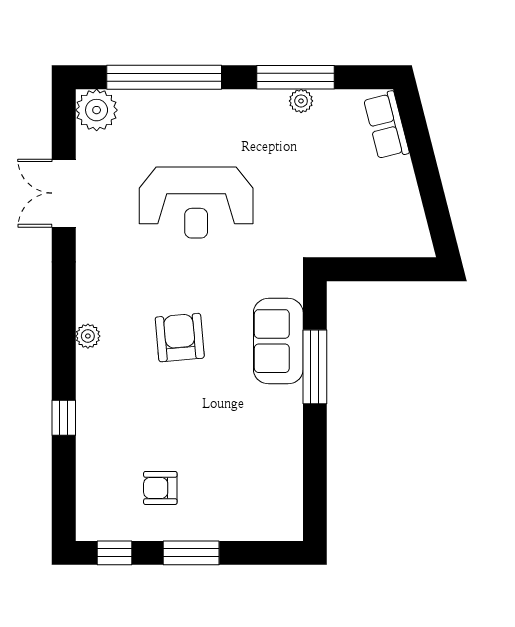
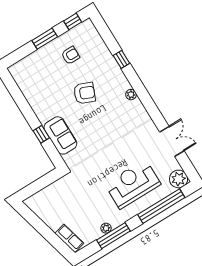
reception desk: (196, 203) -> (133, 184), moved
armchair: (180, 338) -> (84, 93), moved, turned -63
window: (315, 367) -> (41, 134), width x0.46

